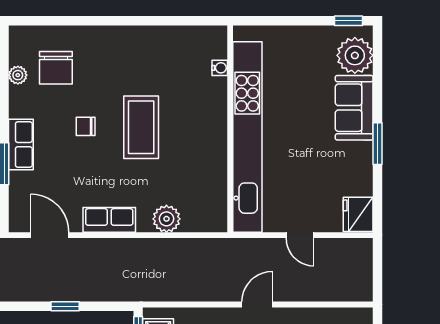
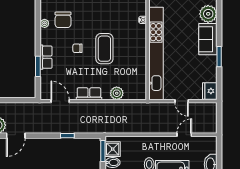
door: (257, 304) -> (184, 135), moved

